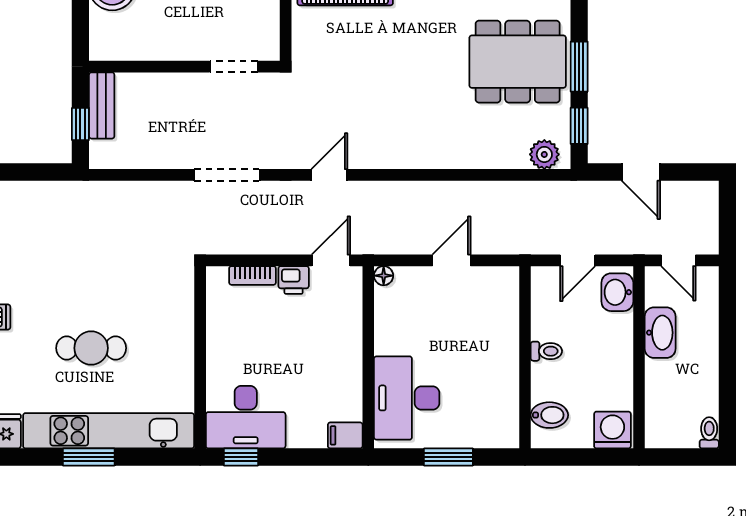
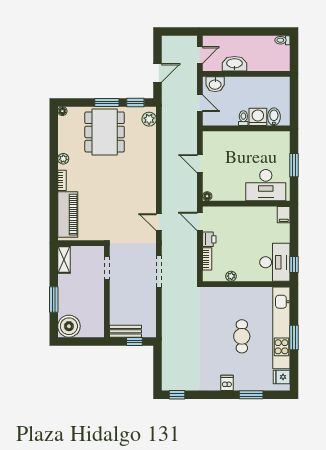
plant: (217, 326) -> (231, 276), added
washing machine: (612, 430) -> (258, 117), moved, turned 90

